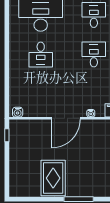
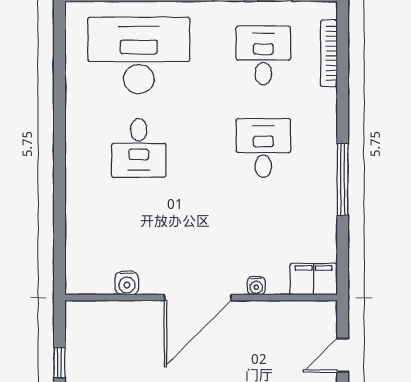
water cooler: (18, 112) -> (127, 283), moved
window: (7, 135) -> (60, 363), moved

